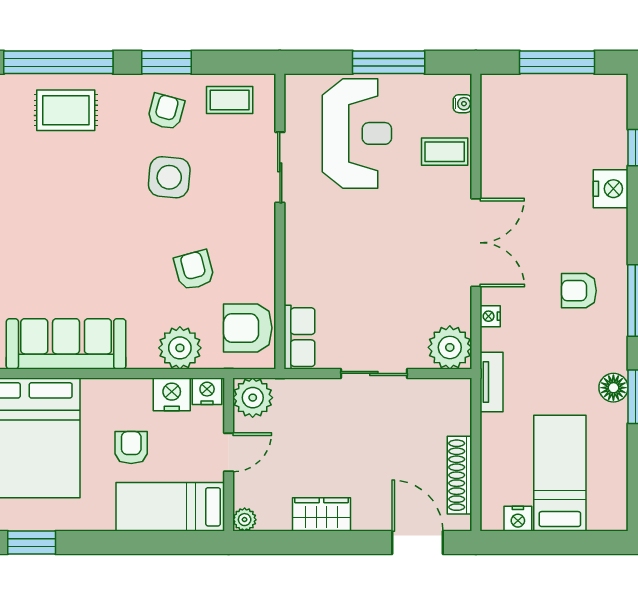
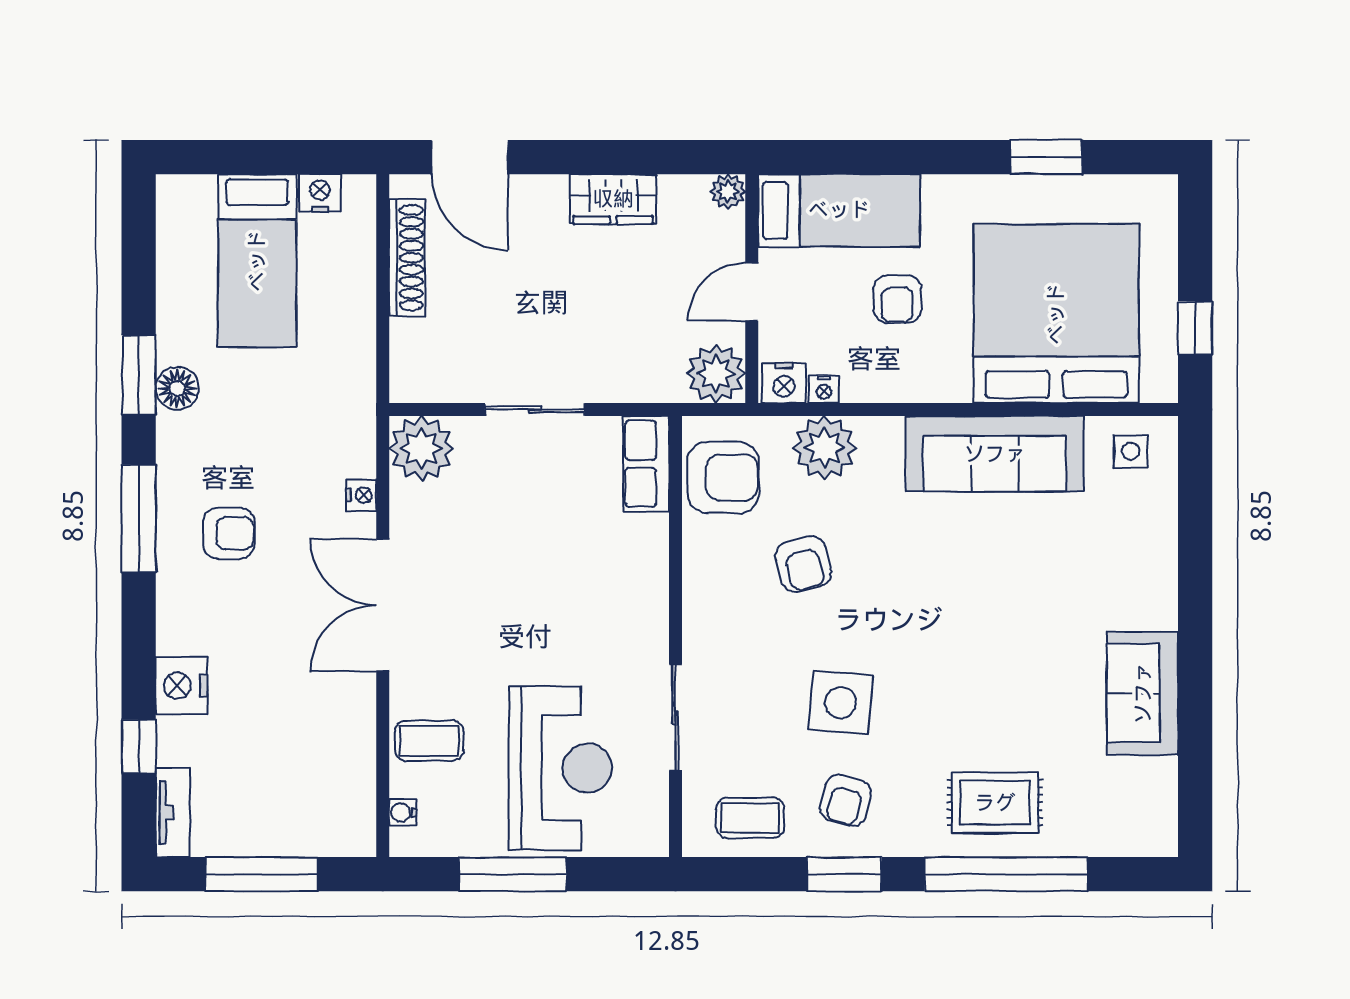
reception desk: (357, 133) -> (560, 768), turned 180
tv unit: (492, 382) -> (173, 812), moved, turned 180
nightstand: (172, 394) -> (824, 389), width x0.53, depth x0.56

